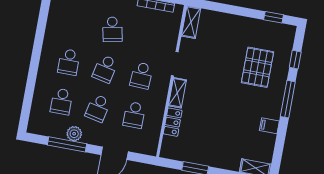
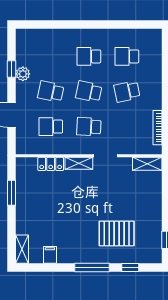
school desk: (62, 101) -> (127, 56), moved
filing cabinet: (269, 126) -> (50, 255), moved
window: (67, 144) -> (12, 69), width x0.46

